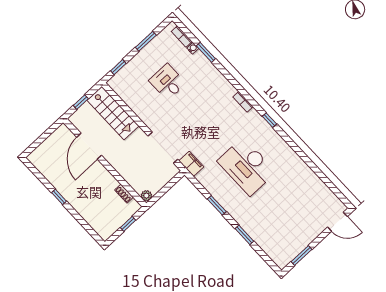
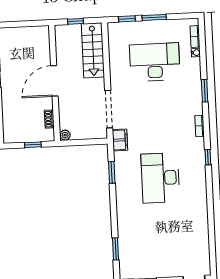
window: (146, 41) -> (154, 17), moved
window: (206, 52) -> (205, 91), moved
desk: (168, 82) -> (155, 62), width x1.87, depth x1.30
door: (89, 146) -> (54, 81), moved
window: (217, 205) -> (112, 172), moved
window: (244, 235) -> (116, 249), moved

